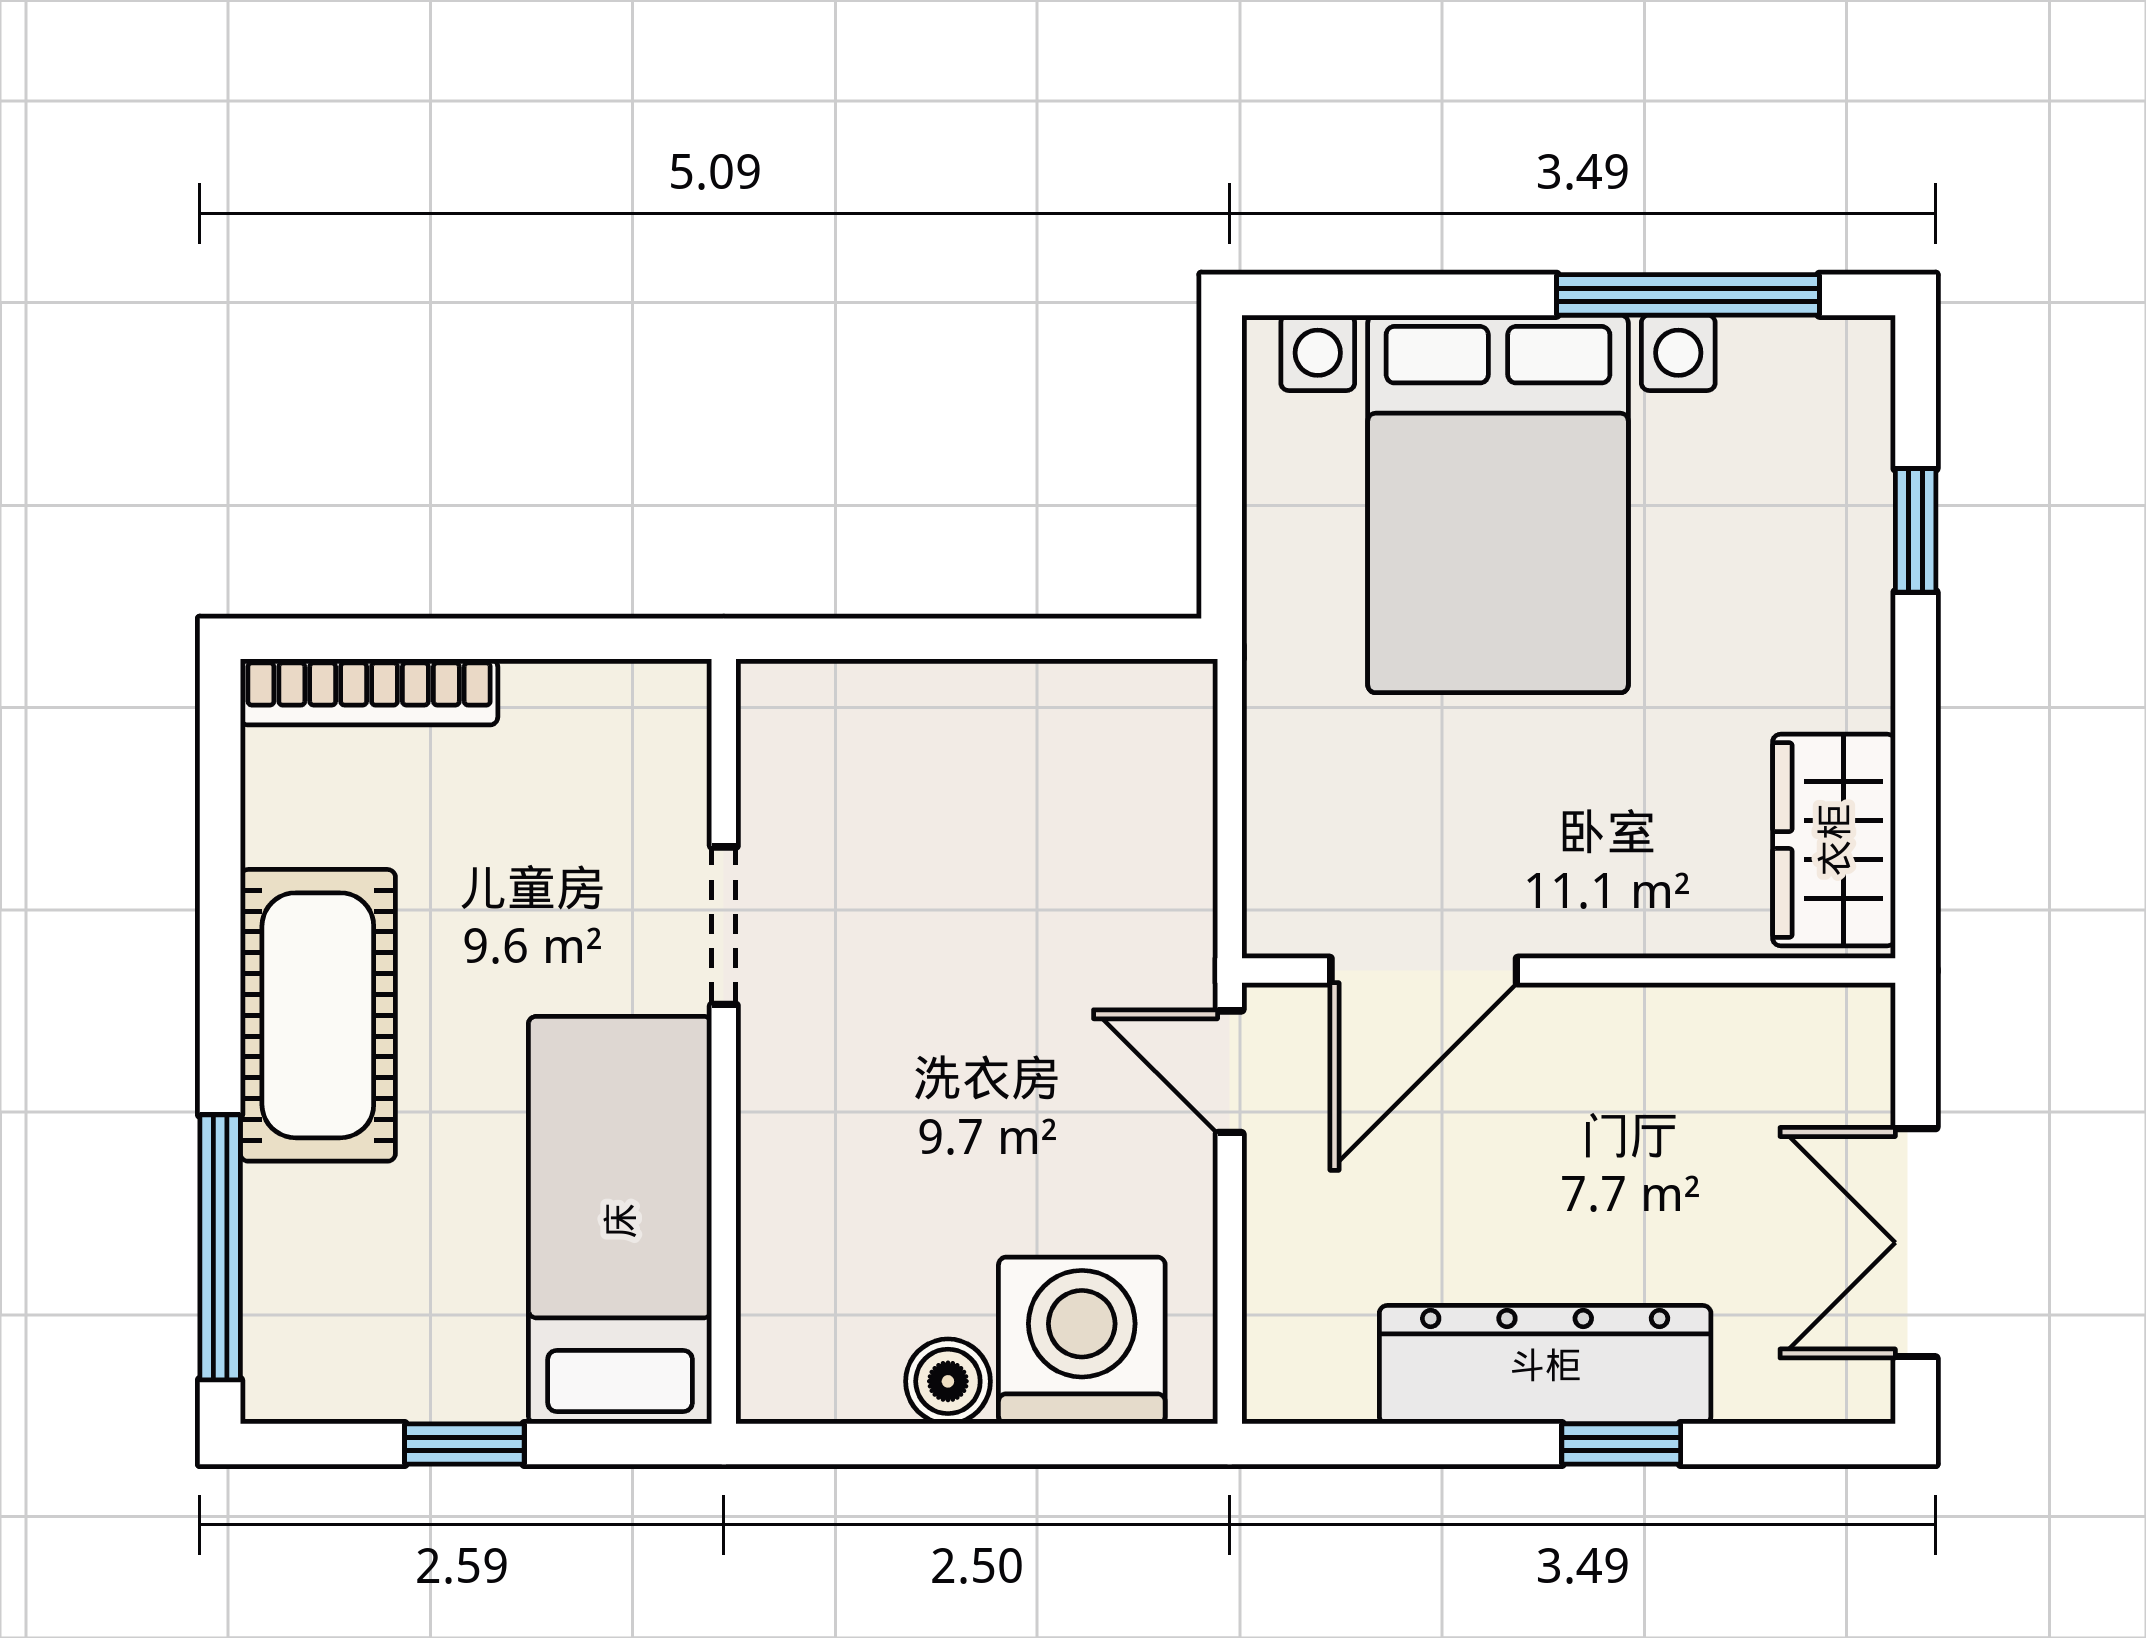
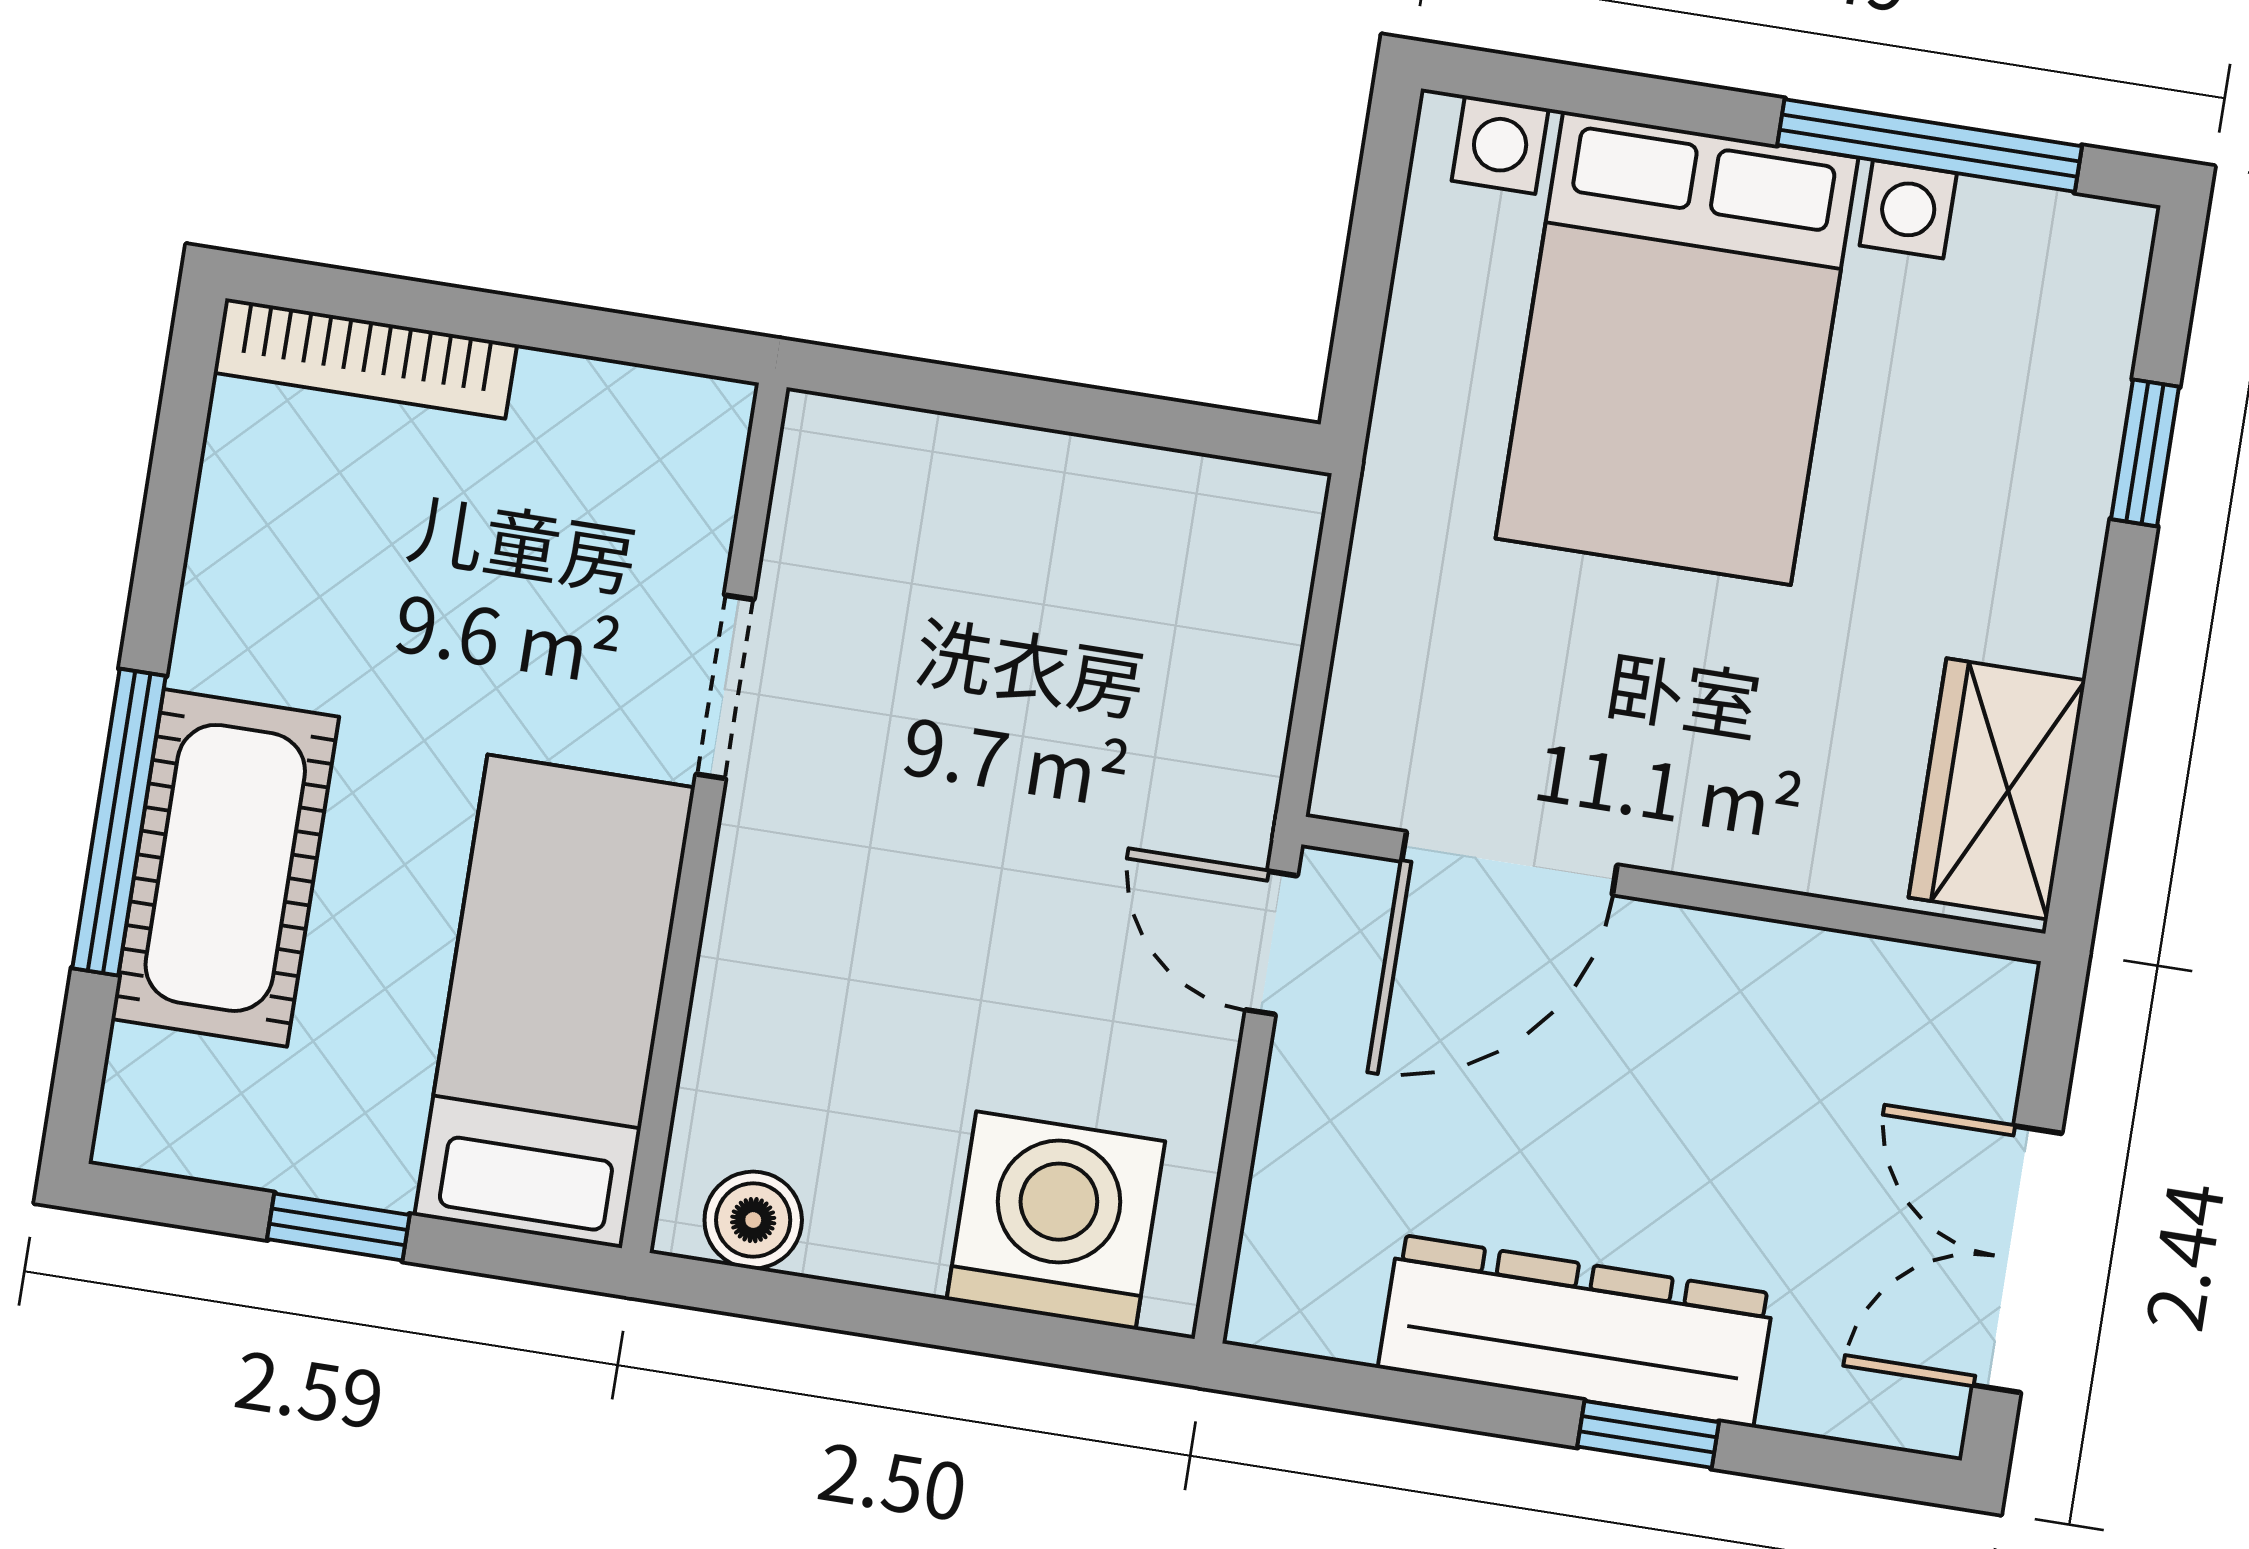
cot: (318, 1015) -> (225, 868), moved
window: (220, 1247) -> (119, 822), moved
boiler: (948, 1381) -> (753, 1220), moved

